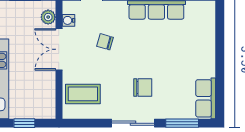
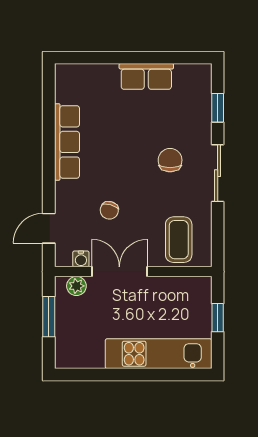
double door: (59, 49) -> (119, 272), swing flipped
row of seats: (206, 98) -> (146, 76), moved
window: (182, 123) -> (218, 108), width x0.67

